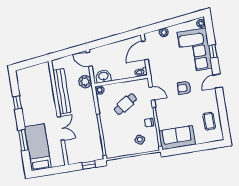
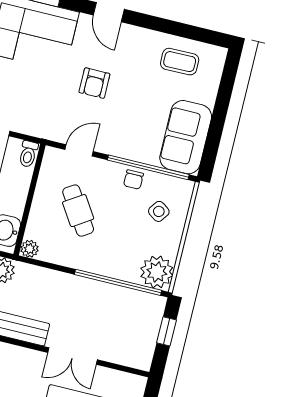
double door: (61, 128) -> (73, 356), swing flipped
plant: (113, 150) -> (157, 272), added

